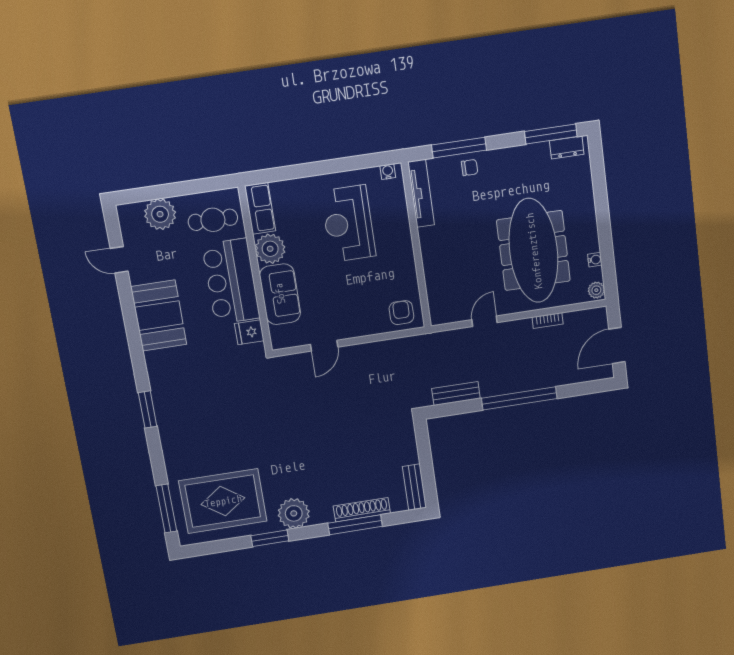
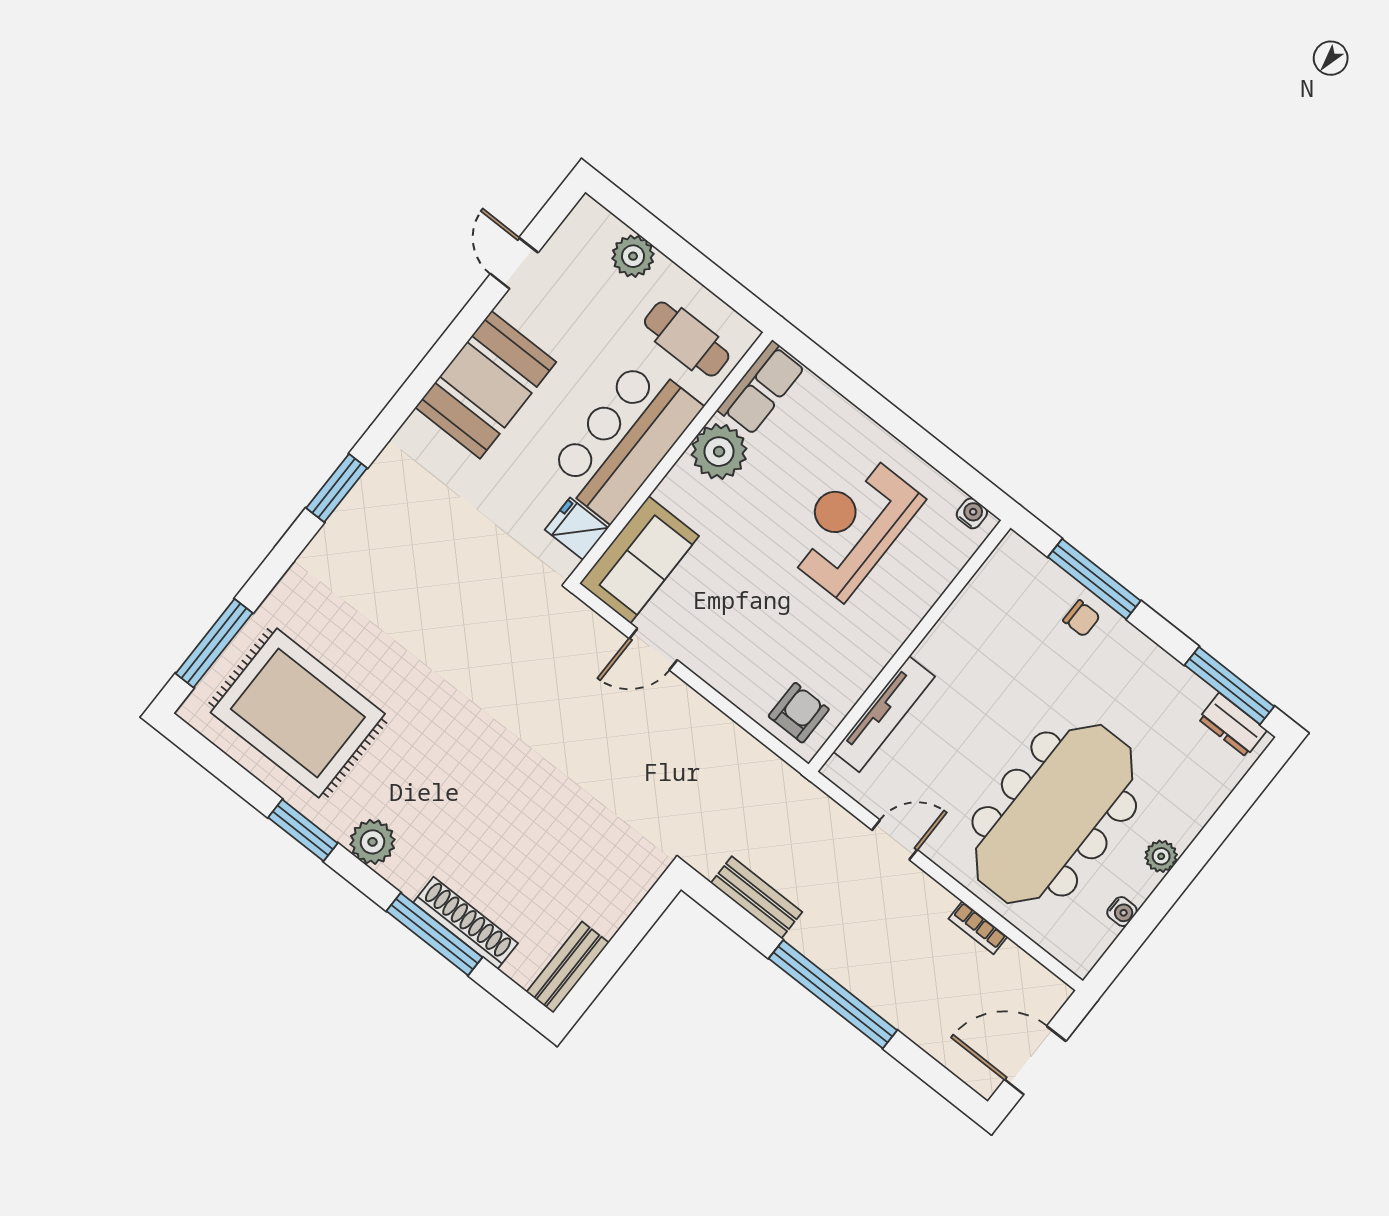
tv unit: (421, 193) -> (884, 714), moved
plant: (160, 214) -> (633, 256), width x0.73, depth x0.73
plant: (596, 290) -> (1161, 856), moved
sofa: (280, 294) -> (639, 560), moved
plant: (294, 513) -> (372, 842), width x0.73, depth x0.73

